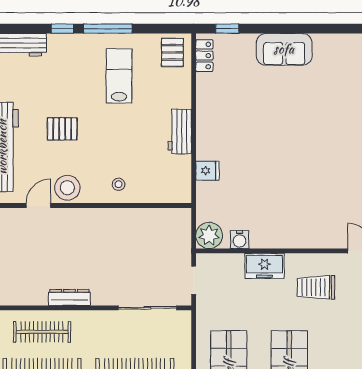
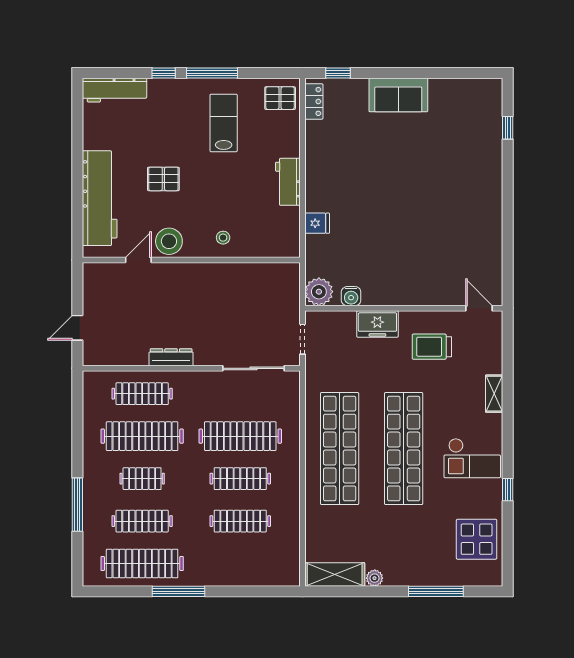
pallet: (172, 52) -> (280, 98), turned 90

